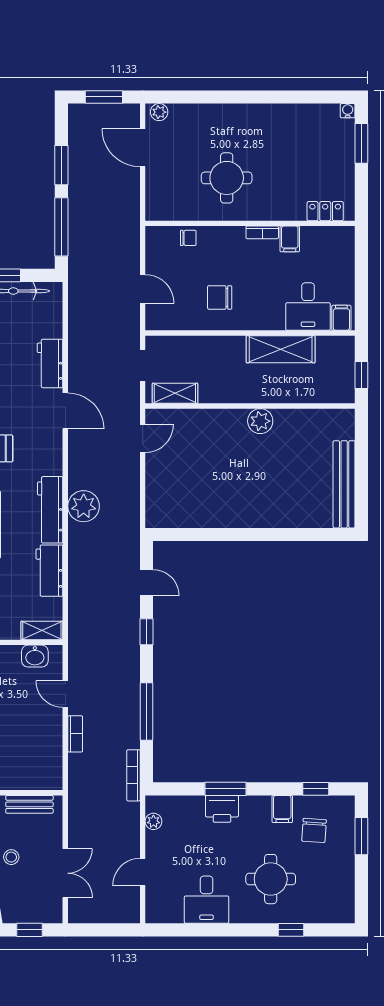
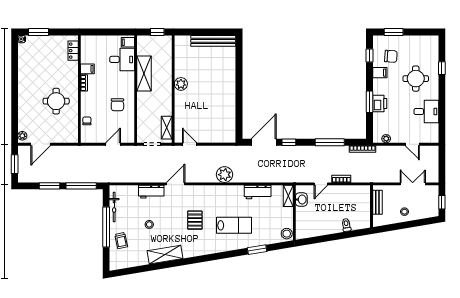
workbench: (50, 510) -> (226, 192), removed
door: (147, 583) -> (264, 142), width x1.87

